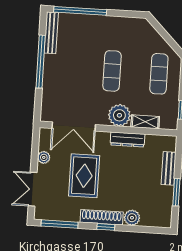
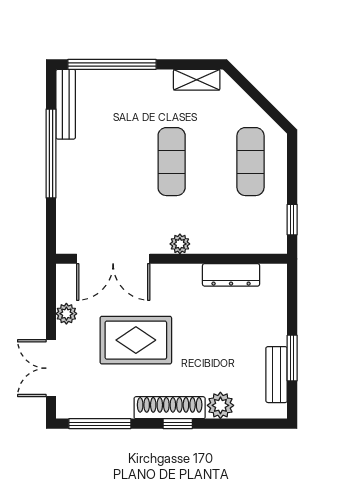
plant: (119, 115) -> (180, 244), width x0.53, depth x0.53
shelving: (145, 122) -> (197, 80), moved
dresser: (128, 140) -> (231, 275), moved
bench: (169, 168) -> (277, 375), moved
rug: (84, 176) -> (136, 340), turned 90

